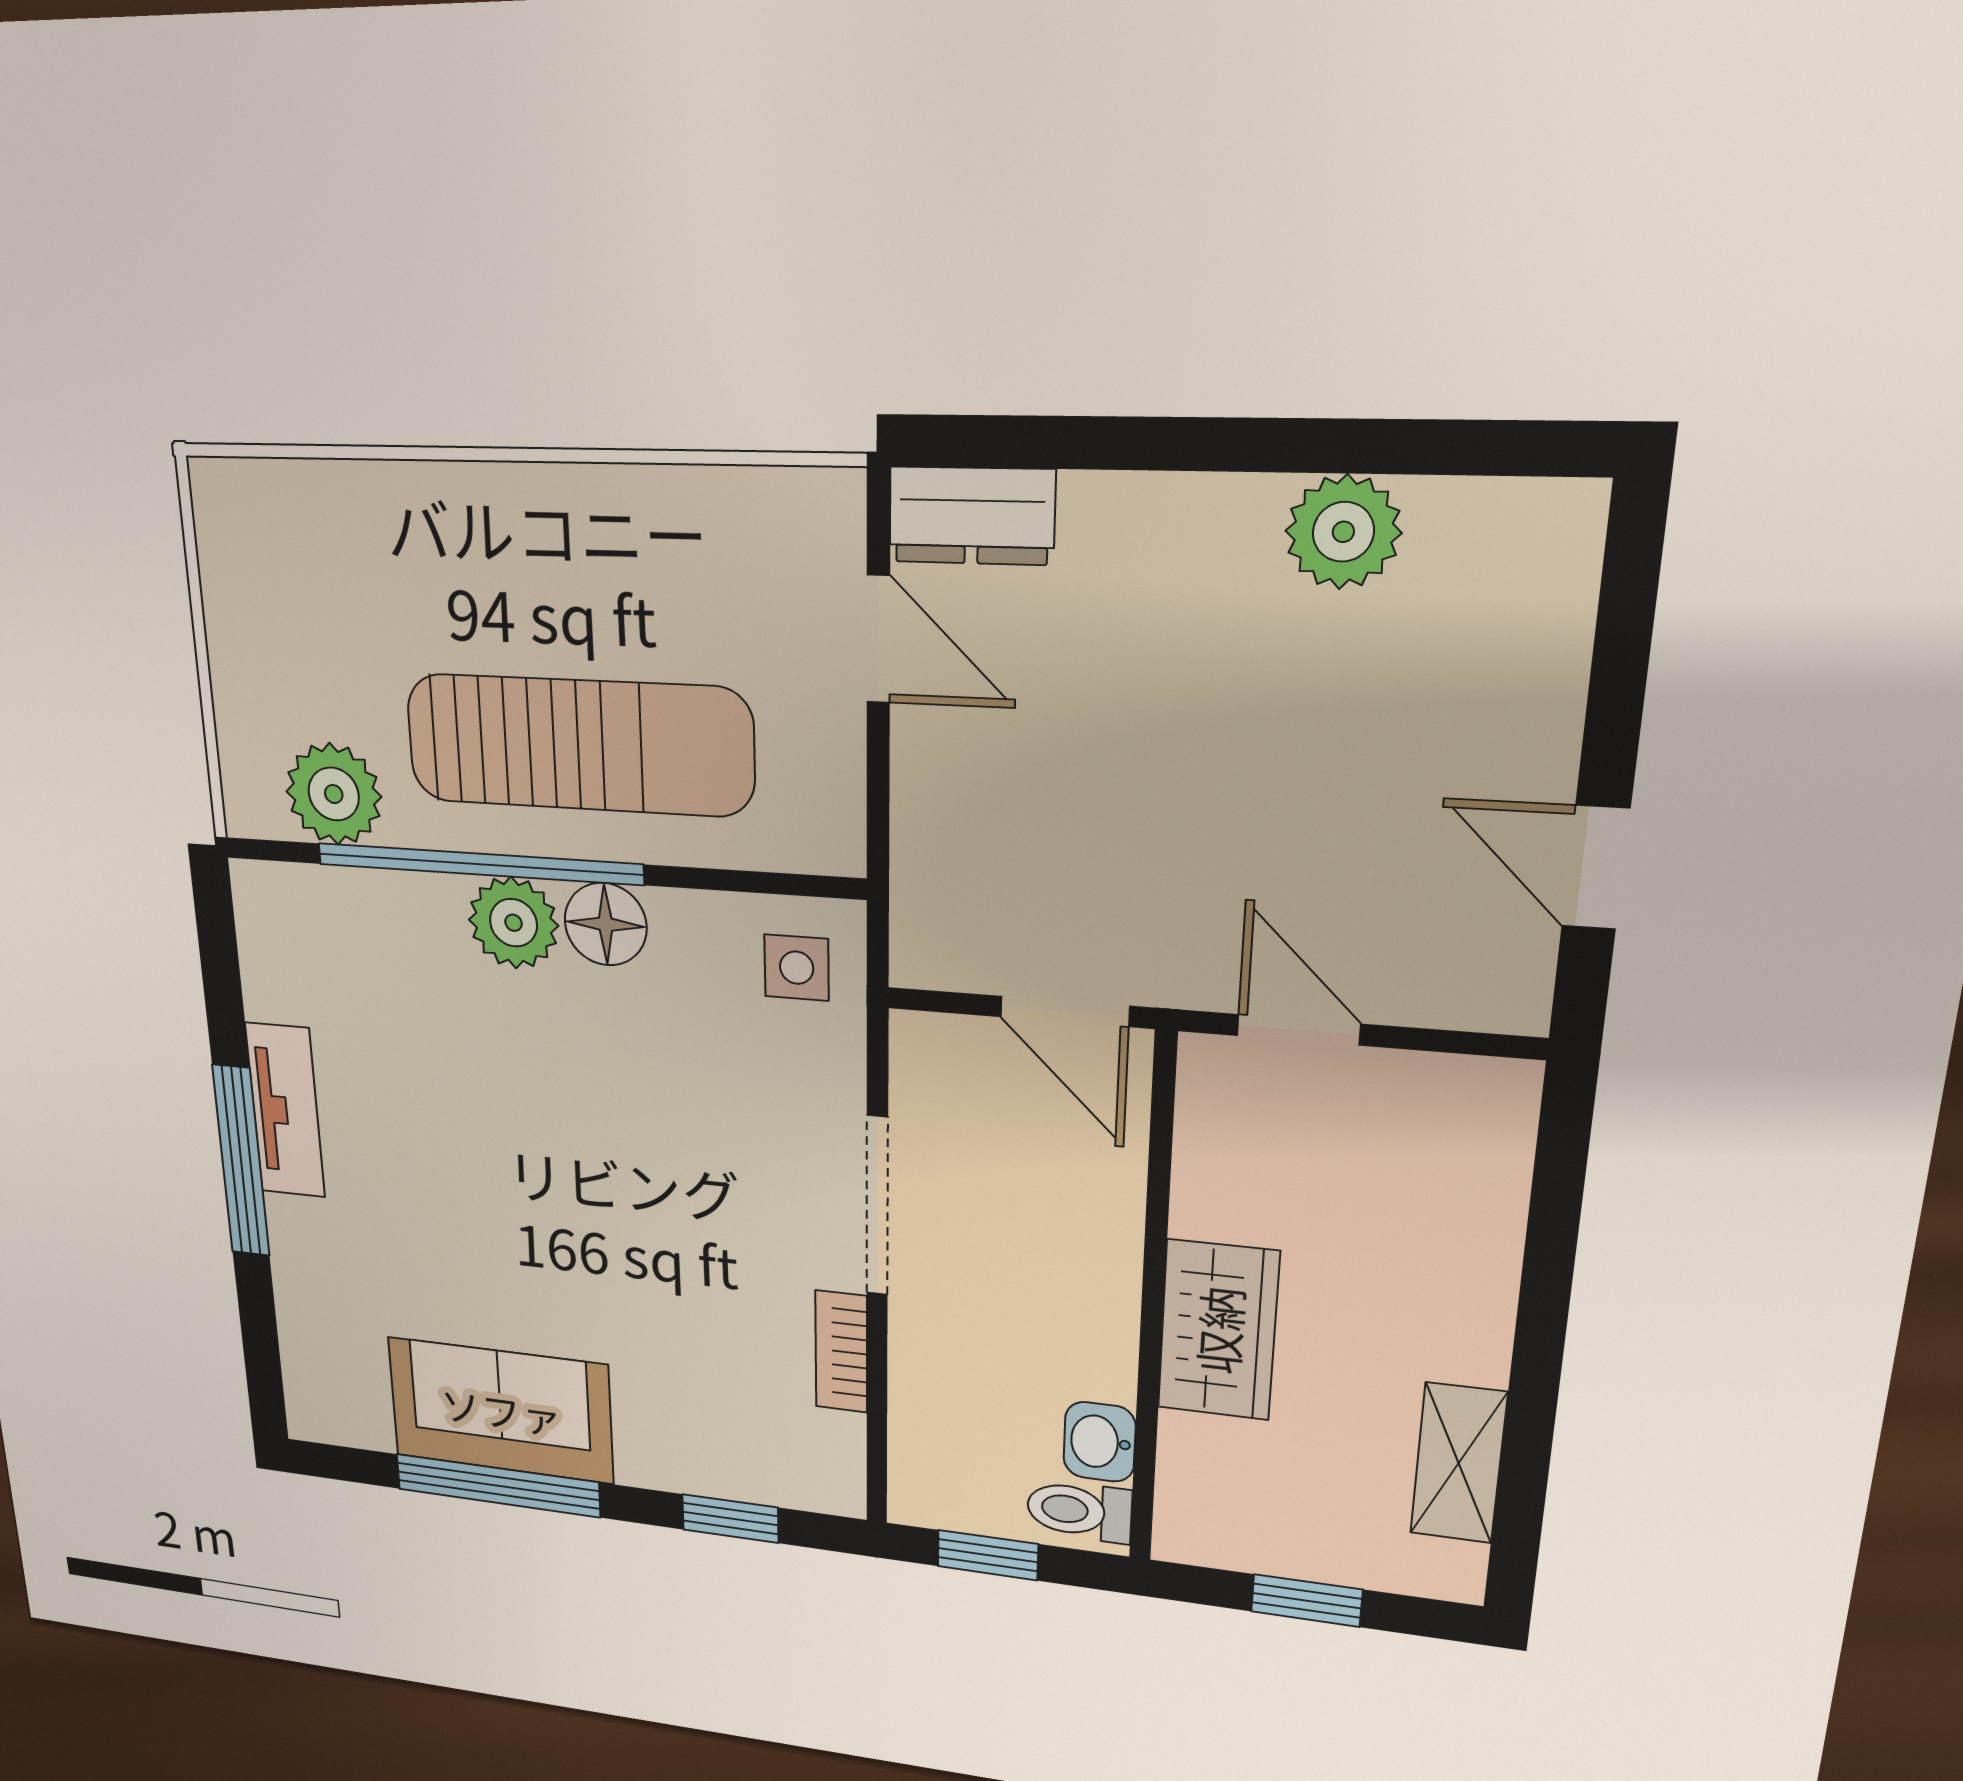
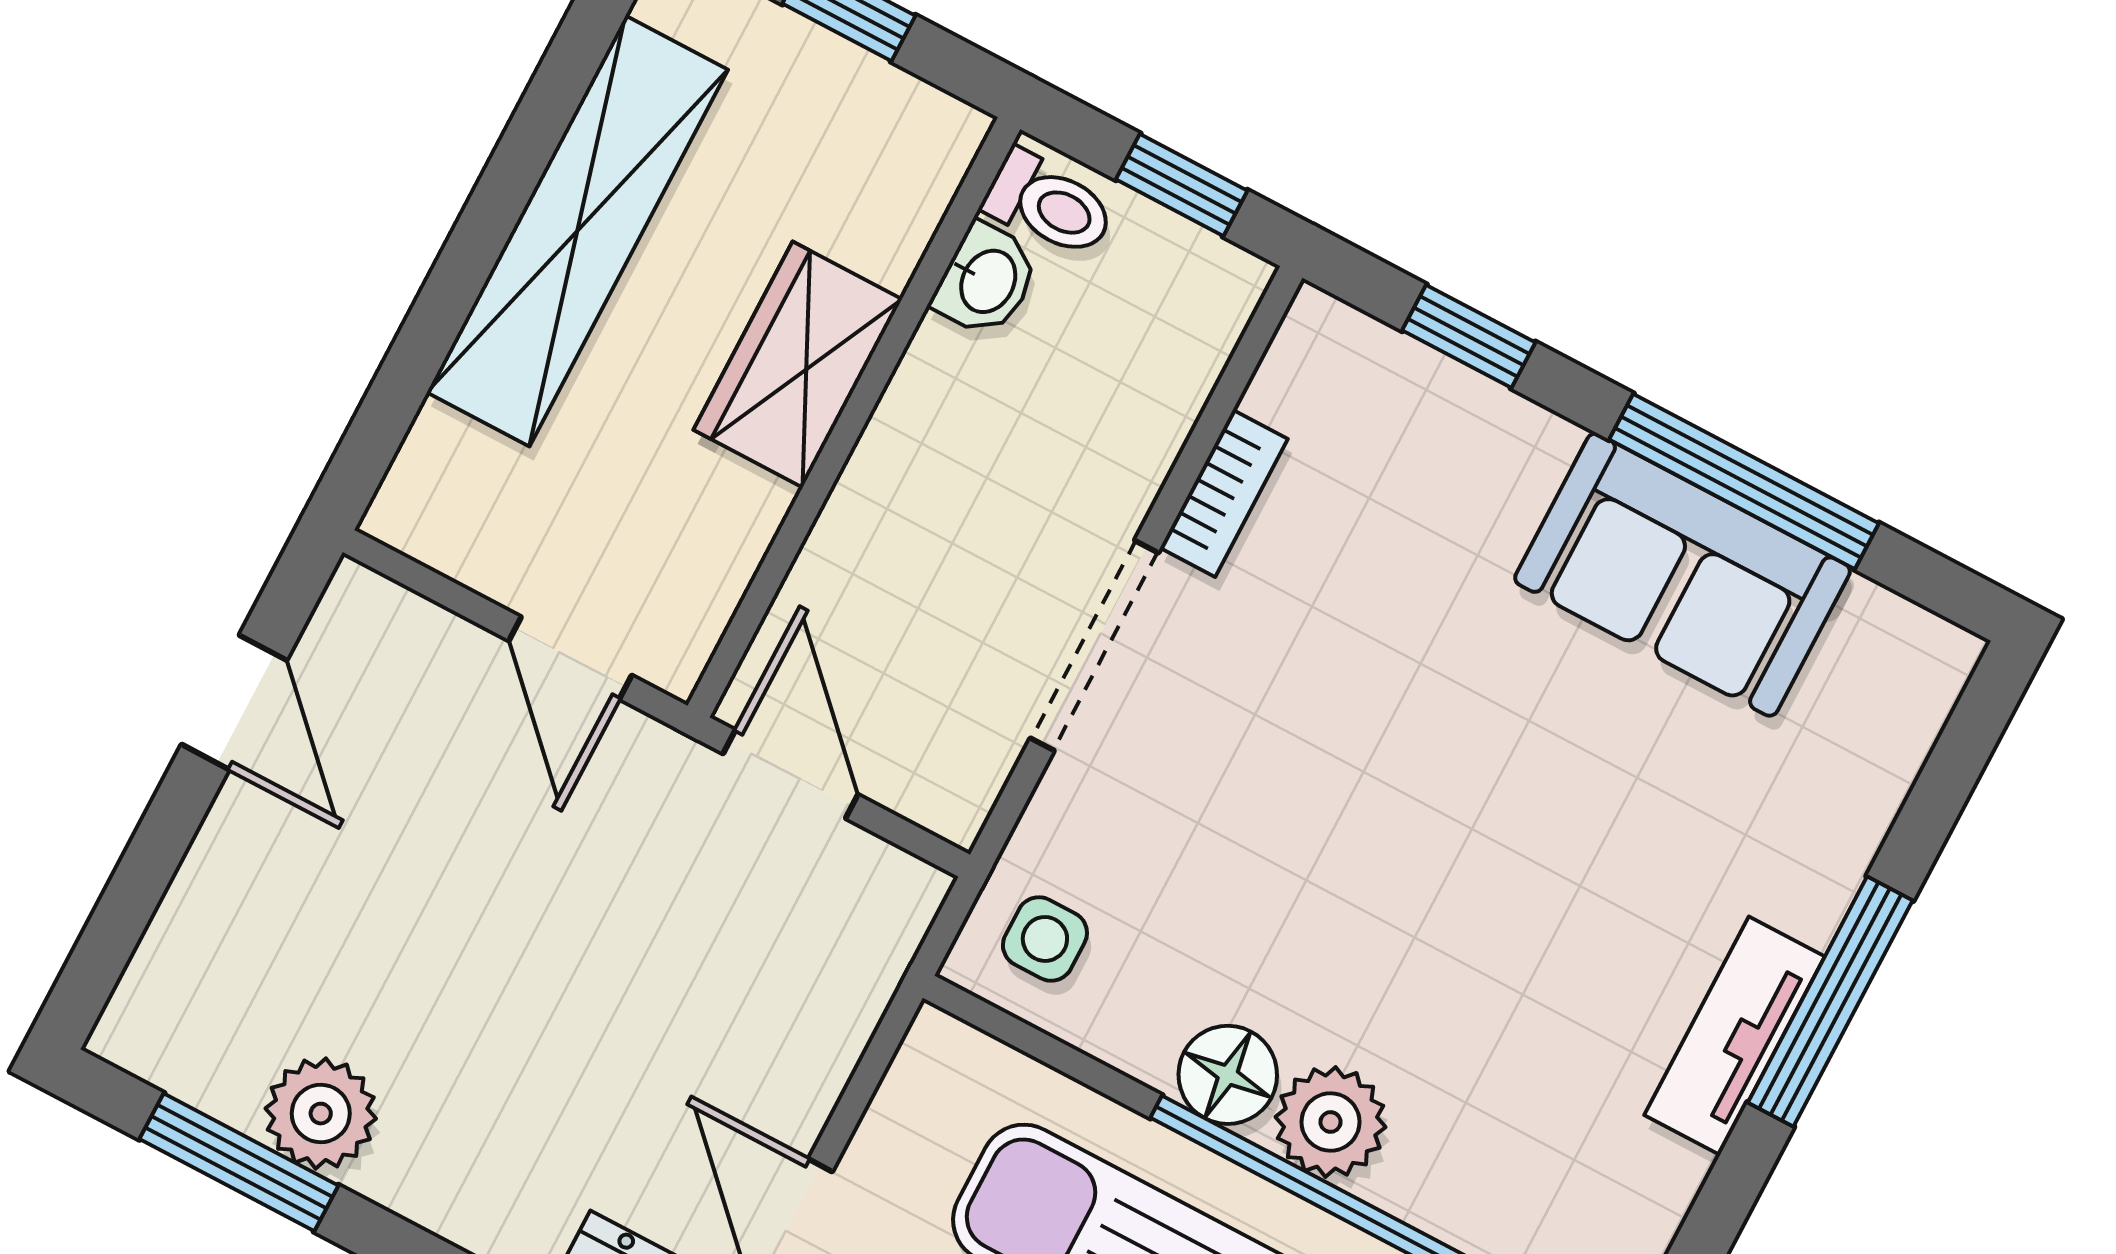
window: (1403, 447) -> (239, 1162), added
shelving: (1458, 1463) -> (577, 231), width x2.20, depth x1.33

